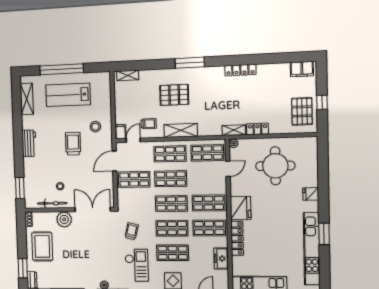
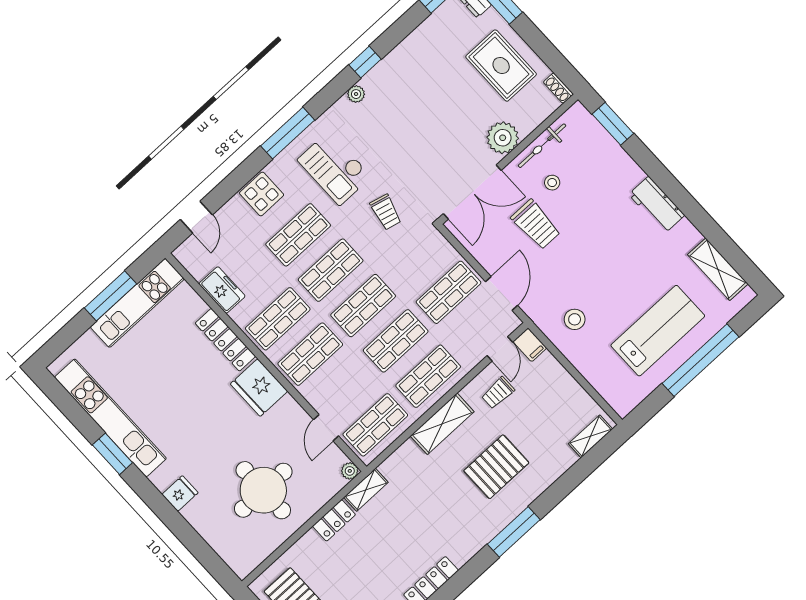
trolley: (73, 144) -> (536, 224), moved

